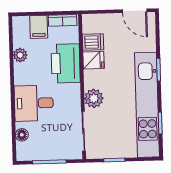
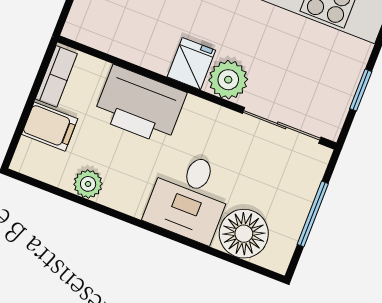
dishwasher: (93, 42) -> (121, 36), removed
fridge: (93, 60) -> (191, 64), moved
floor lamp: (22, 135) -> (244, 234), width x1.89, depth x1.89

